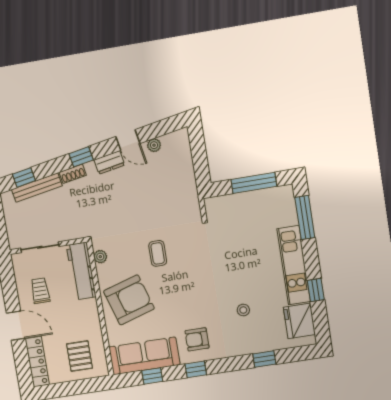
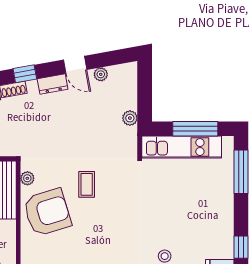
plant: (189, 183) -> (130, 118), added
kitchen unit: (294, 265) -> (182, 147), moved, turned -90
armchair: (129, 300) -> (47, 212), moved

